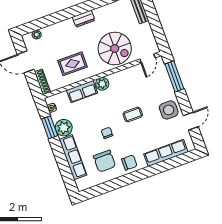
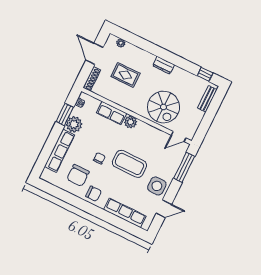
rug: (73, 64) -> (125, 75), moved
coffee table: (133, 115) -> (129, 164), width x1.86, depth x1.72

